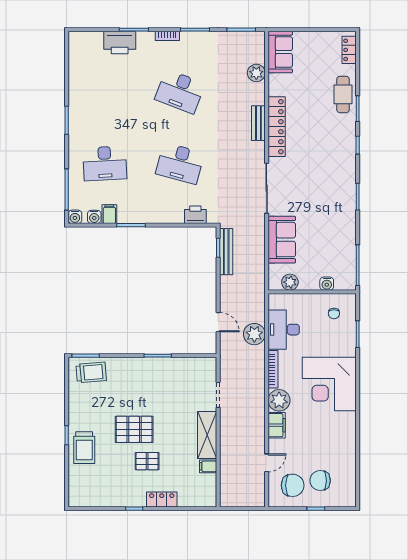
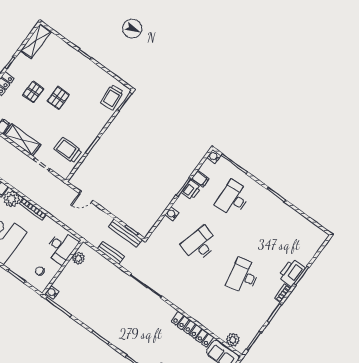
printer: (120, 43) -> (292, 273), moved
plant: (256, 73) -> (233, 340), moved
desk: (180, 91) -> (243, 276), turned -33
bench: (258, 123) -> (111, 252), moved
locker: (277, 127) -> (193, 329), moved
printer: (195, 215) -> (191, 190), moved
water cooler: (94, 217) -> (172, 214), moved
sofa: (282, 240) -> (108, 272), removed
water cooler: (327, 284) -> (52, 292), moved
desk: (284, 330) -> (62, 247), moved, turned 90
plant: (254, 334) -> (63, 213), removed
pallet: (134, 429) -> (58, 98), width x0.67, depth x0.71
trolley: (84, 448) -> (68, 150), moved
shelving: (91, 498) -> (36, 41), added

